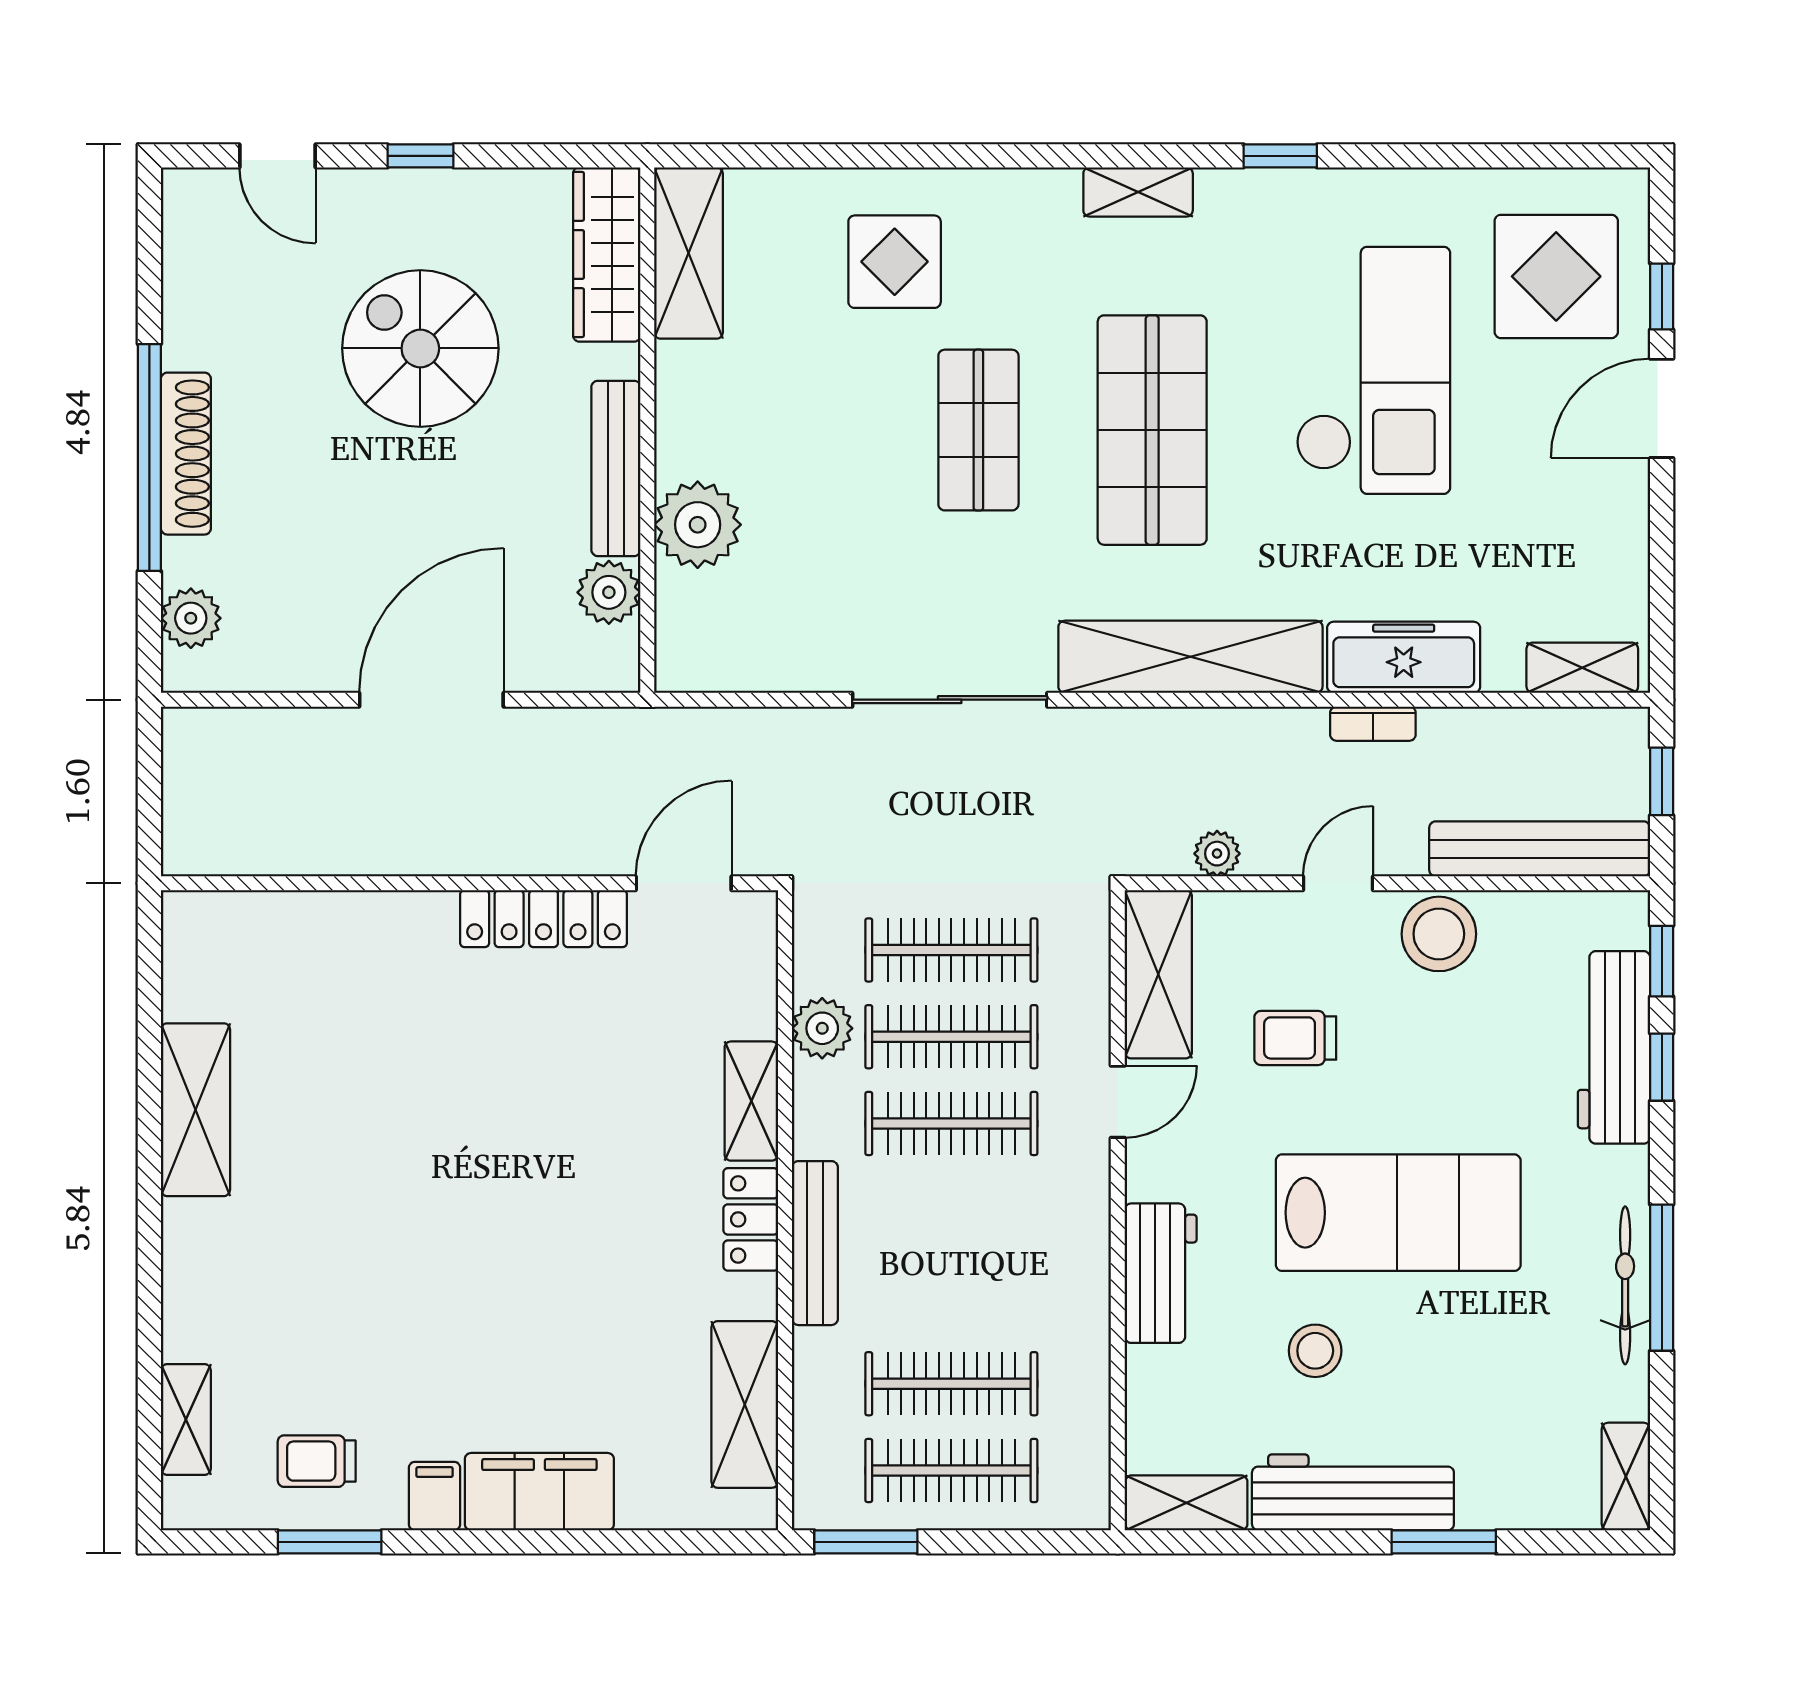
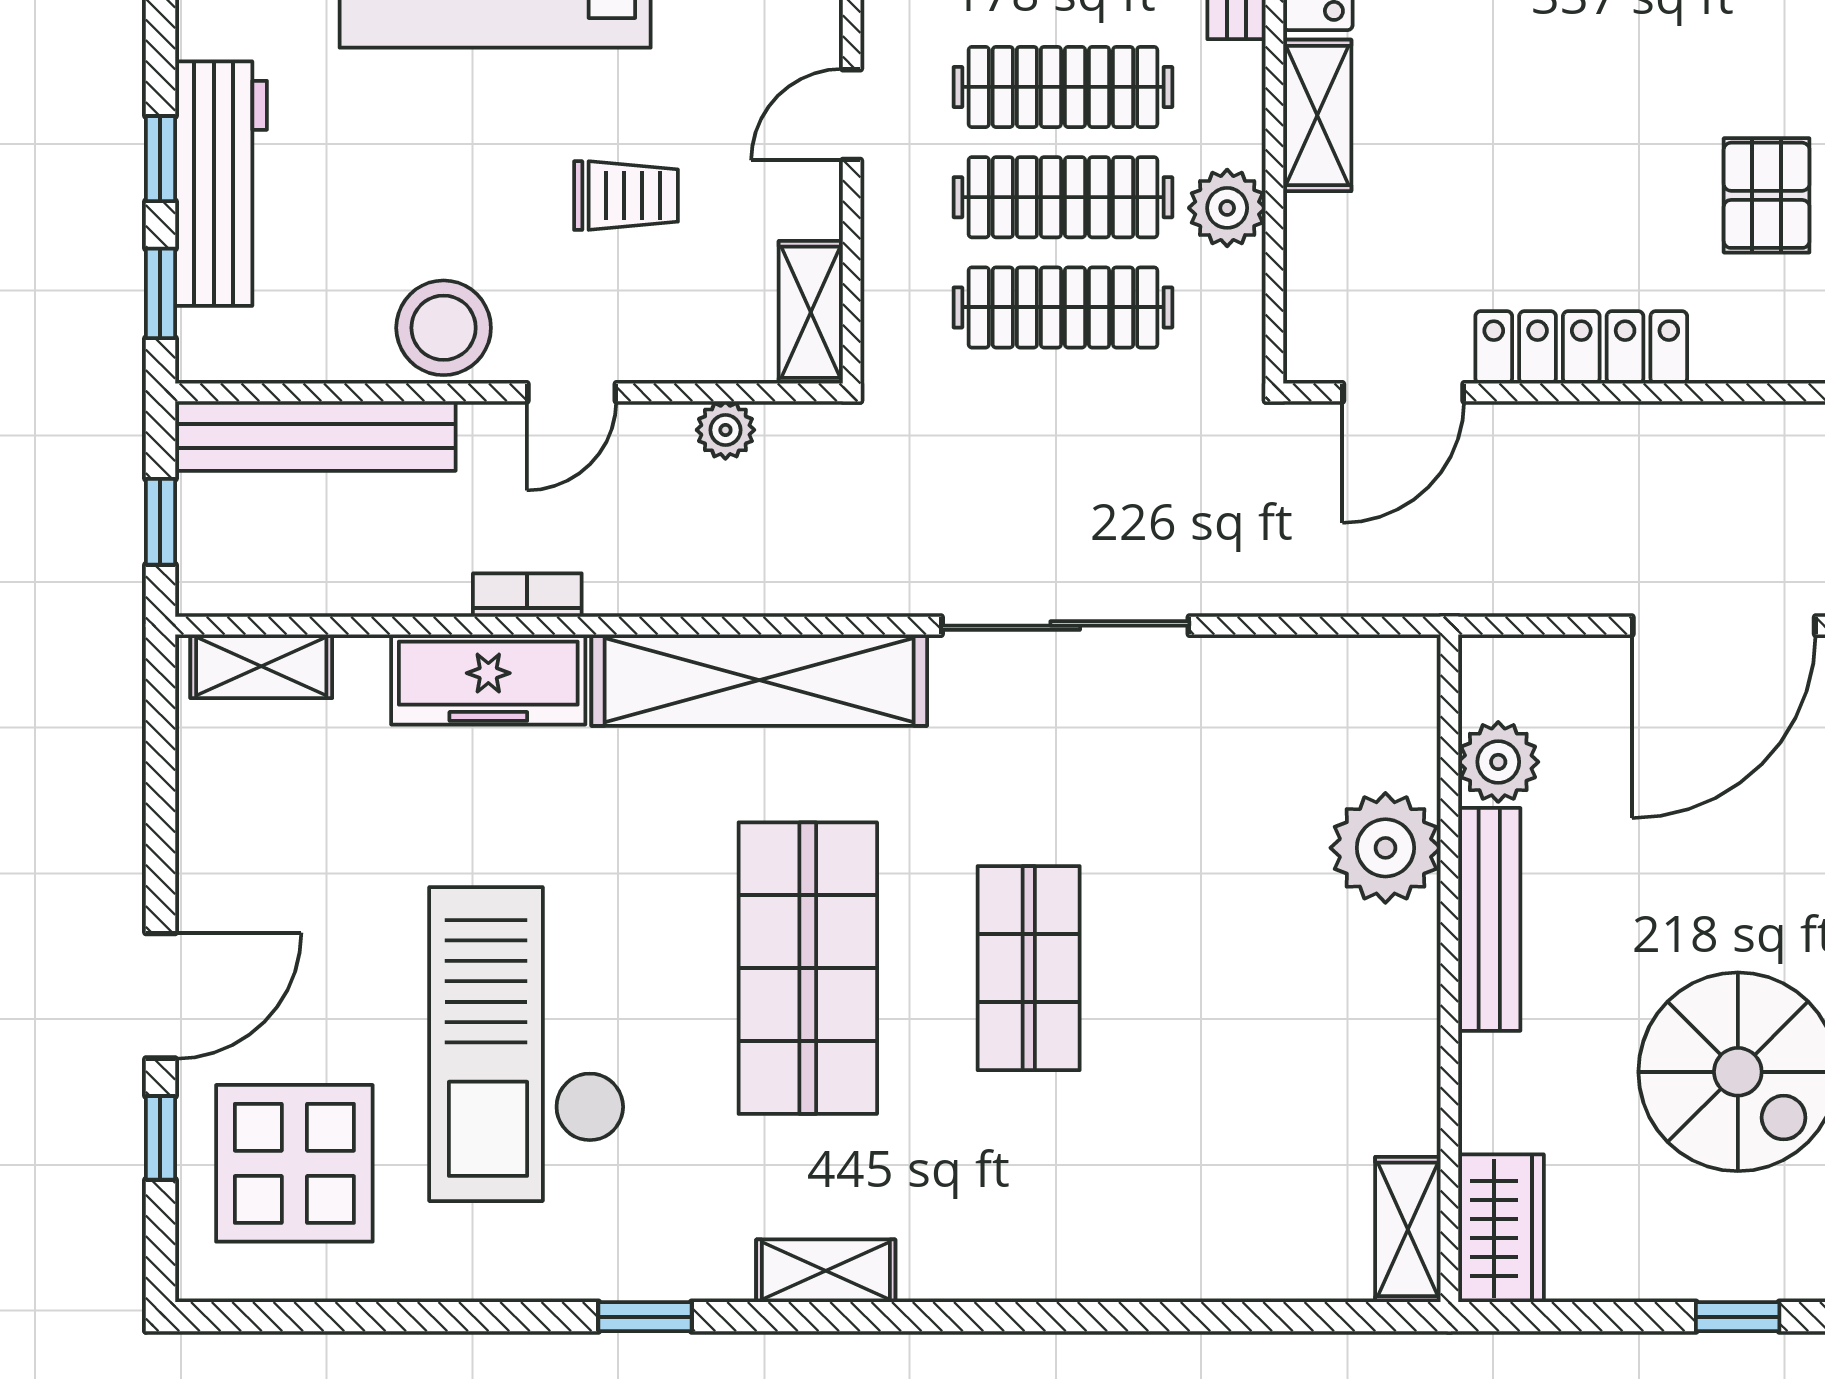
shelving: (689, 253) -> (1408, 1229), width x0.67, depth x0.75
wardrobe: (607, 254) -> (1501, 1228), width x0.67
display table: (895, 262) -> (1135, 1182), removed
shelving: (1158, 974) -> (811, 312), width x0.67, depth x0.75
pallet: (398, 1038) -> (1767, 195), added

